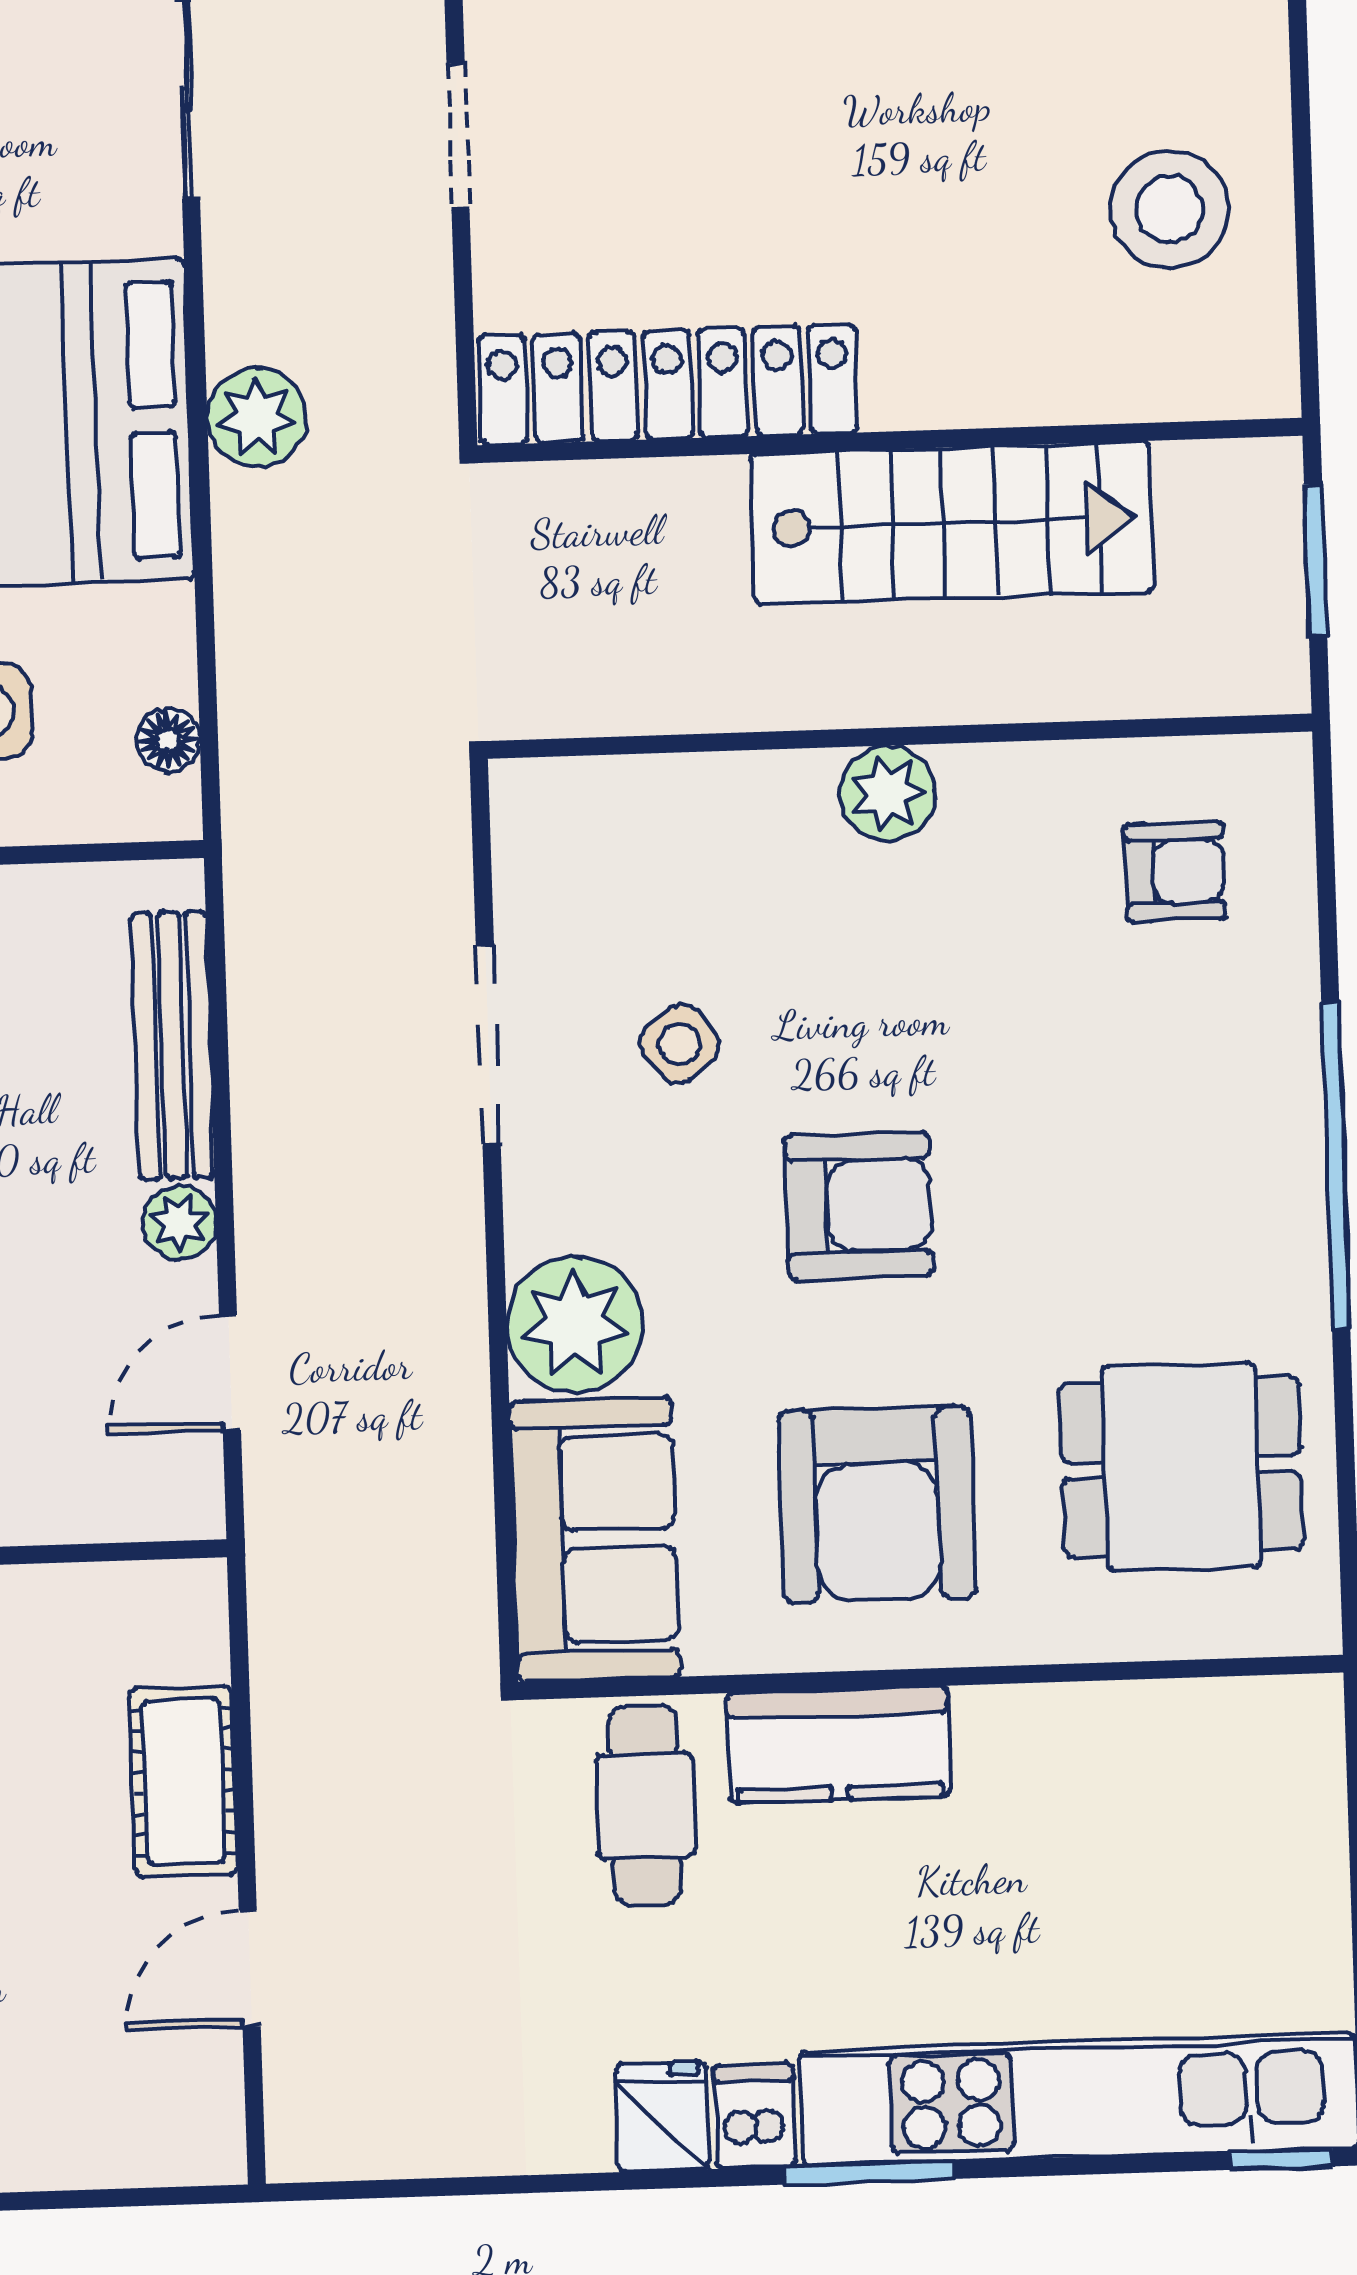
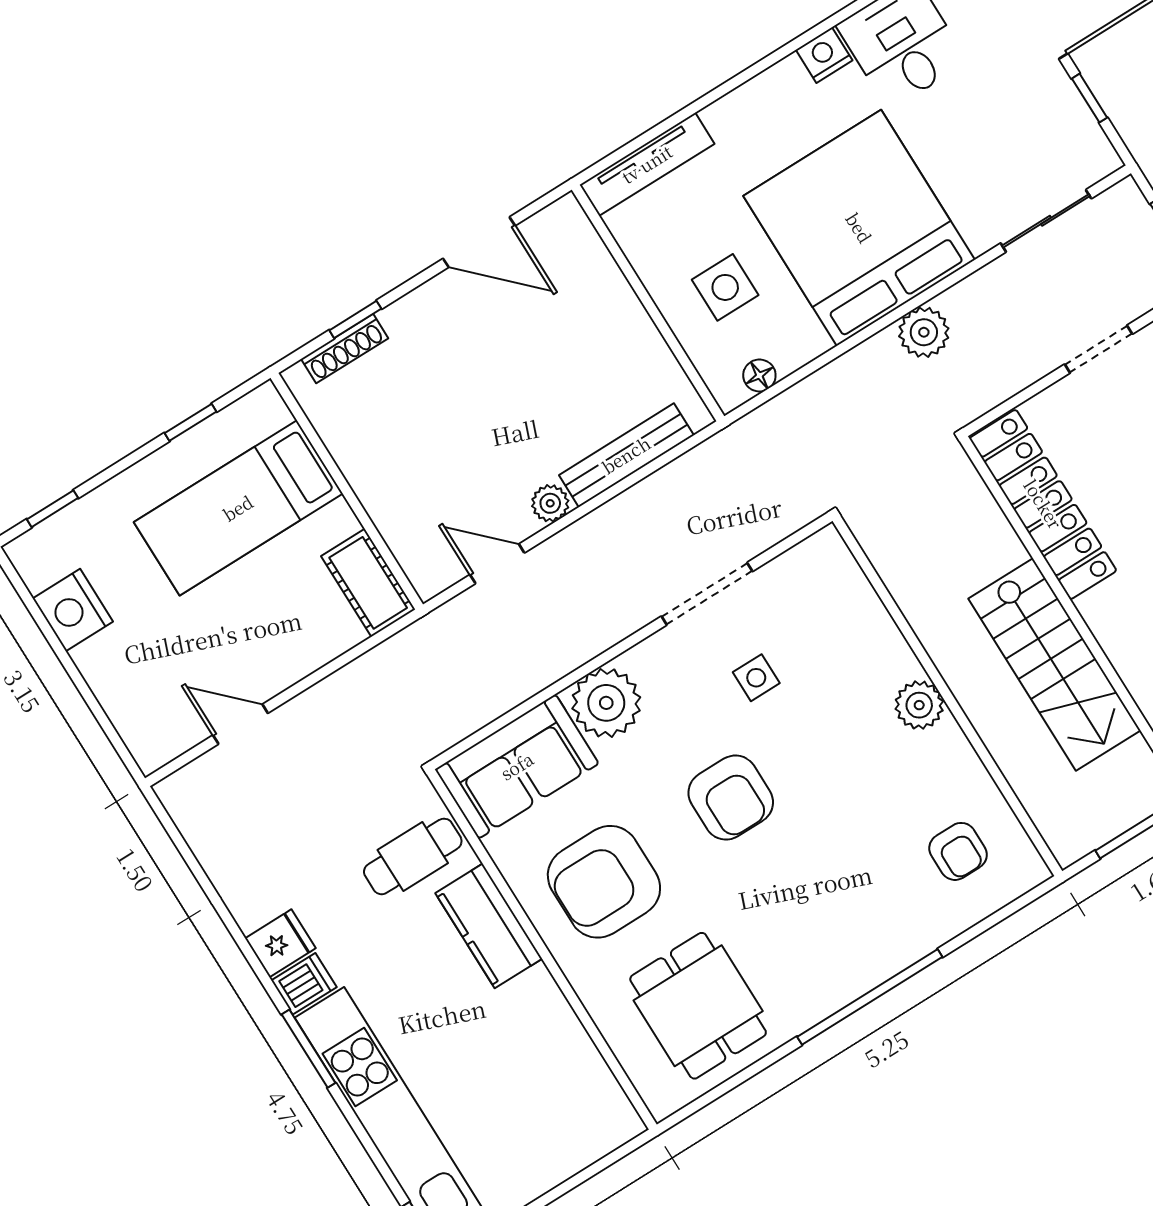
side table: (680, 1044) -> (756, 678), turned 37
cot: (183, 1782) -> (368, 583), moved, turned 90

